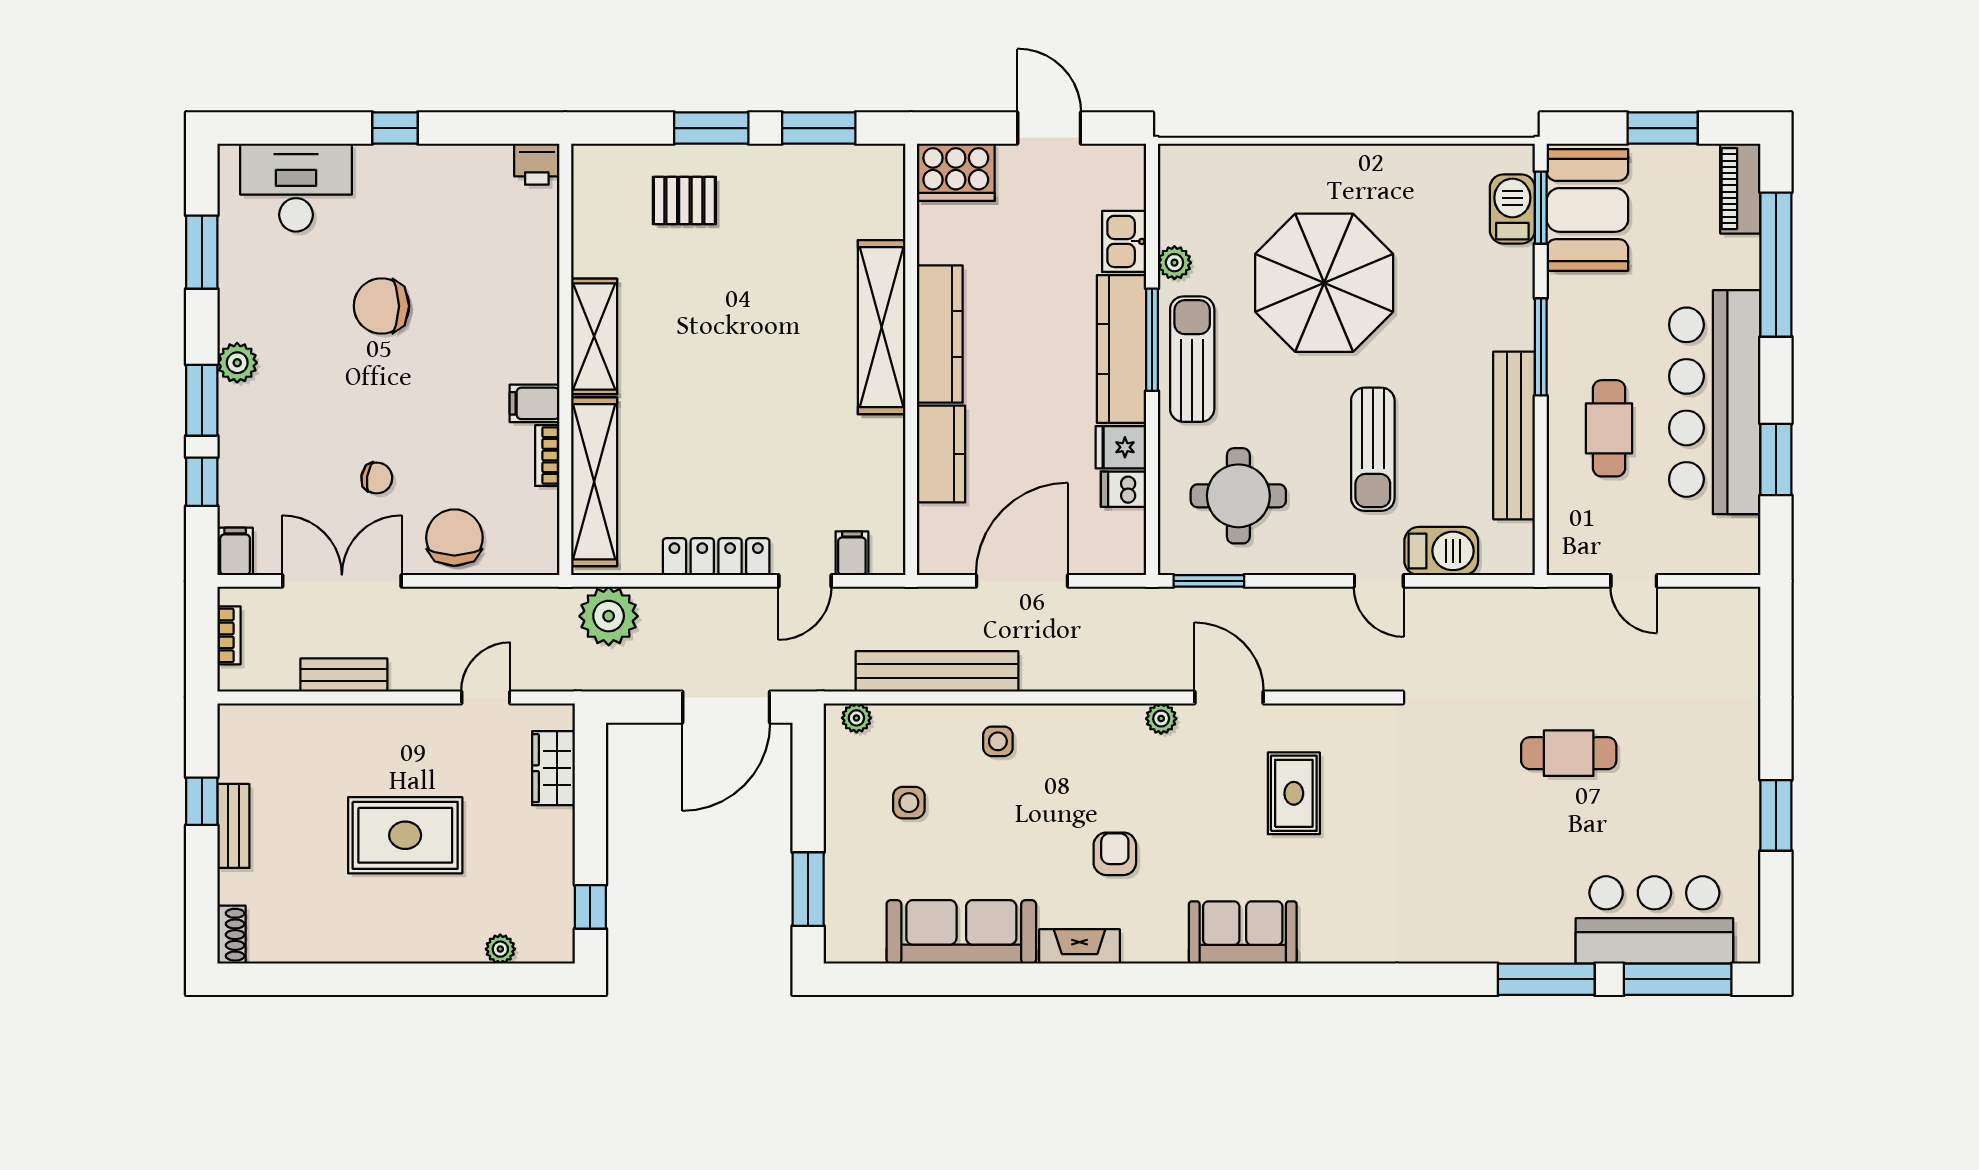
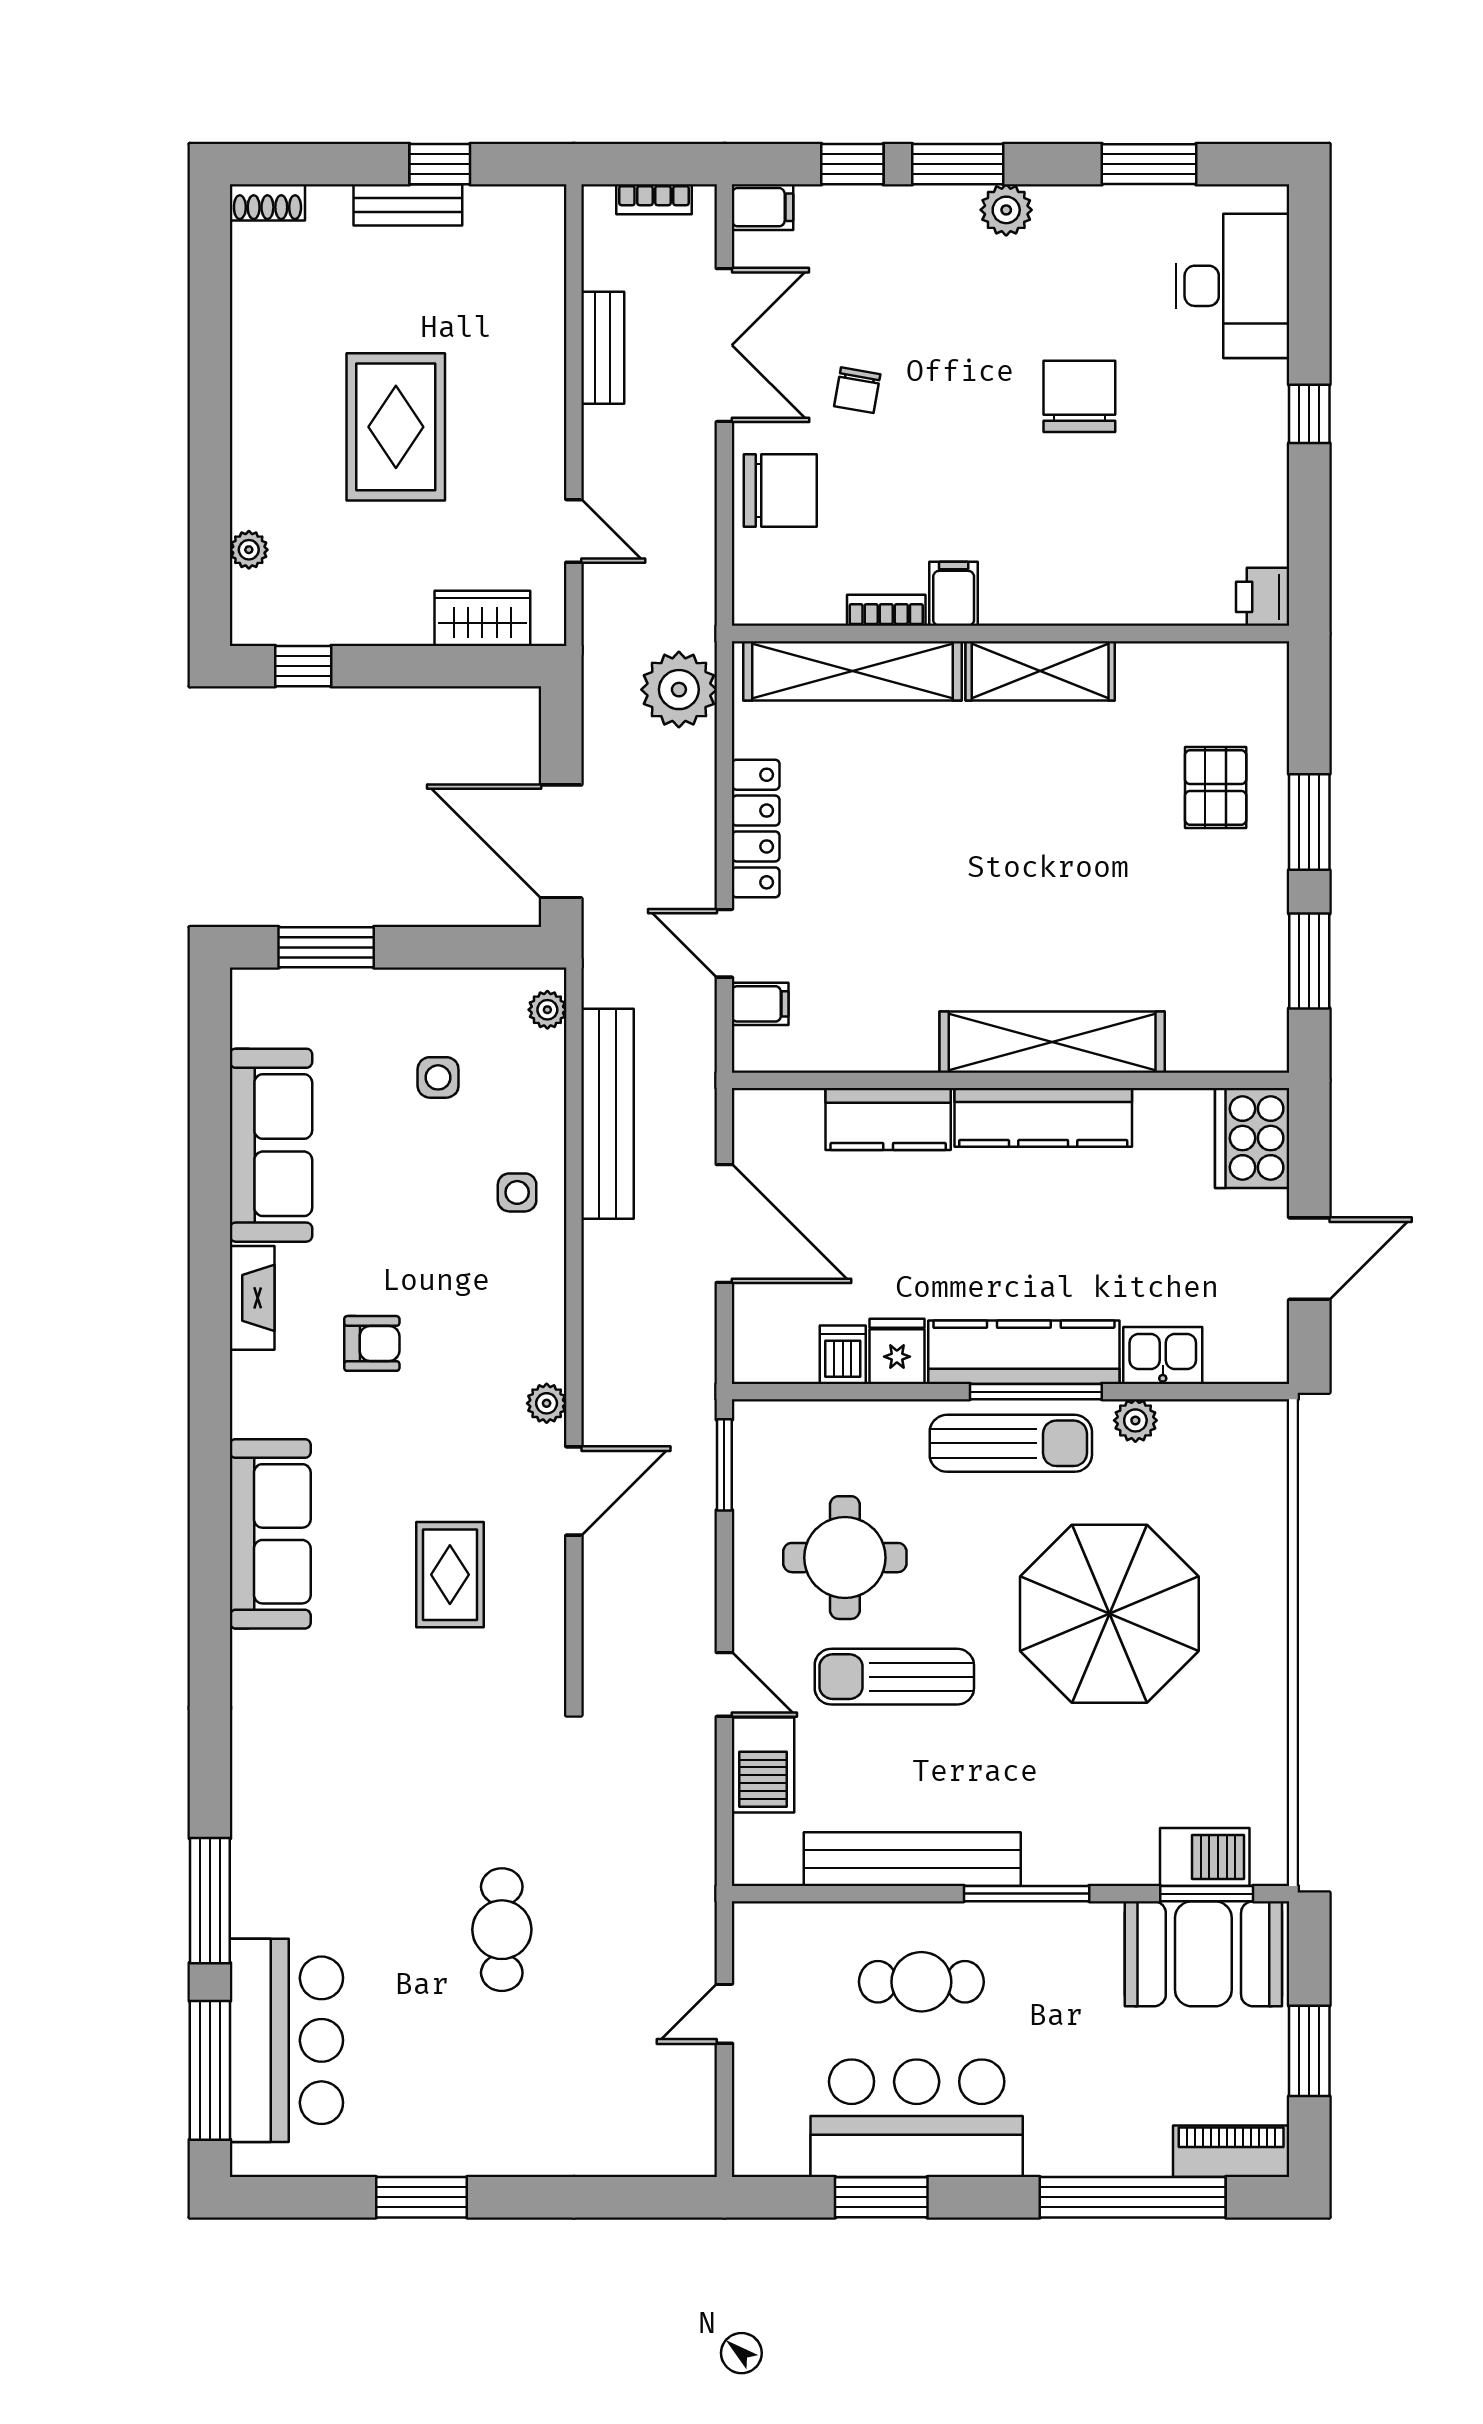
bar counter: (1715, 402) -> (917, 2118), width x0.73
round table: (1238, 496) -> (845, 1558), moved
door: (1379, 581) -> (724, 1684), swing flipped
rug: (1294, 793) -> (450, 1575), turned 90
sofa: (1243, 932) -> (270, 1534), width x1.36

